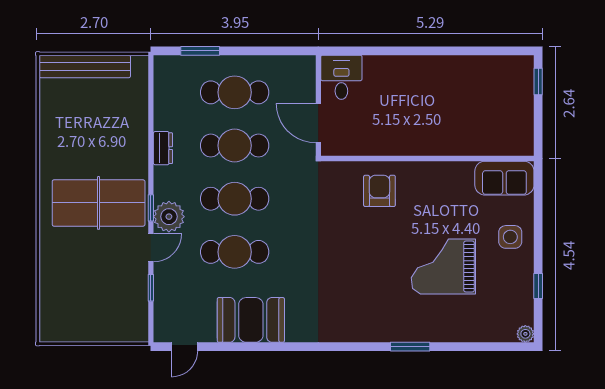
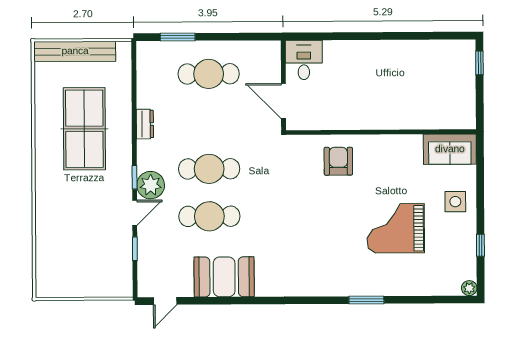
cafe table: (235, 146) -> (209, 121), removed
table tennis table: (99, 203) -> (84, 129), moved, turned 90

